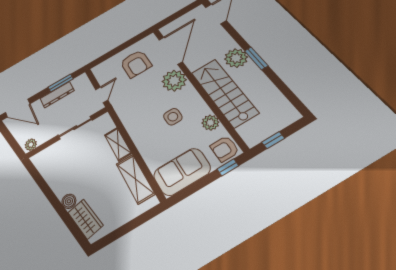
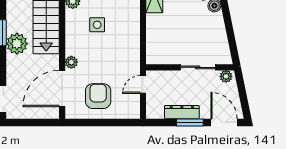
plant: (174, 81) -> (71, 62), width x0.53, depth x0.53
window: (61, 83) -> (190, 123), moved
sliding door: (75, 128) -> (198, 67), moved
shelving: (118, 144) -> (153, 29), removed

